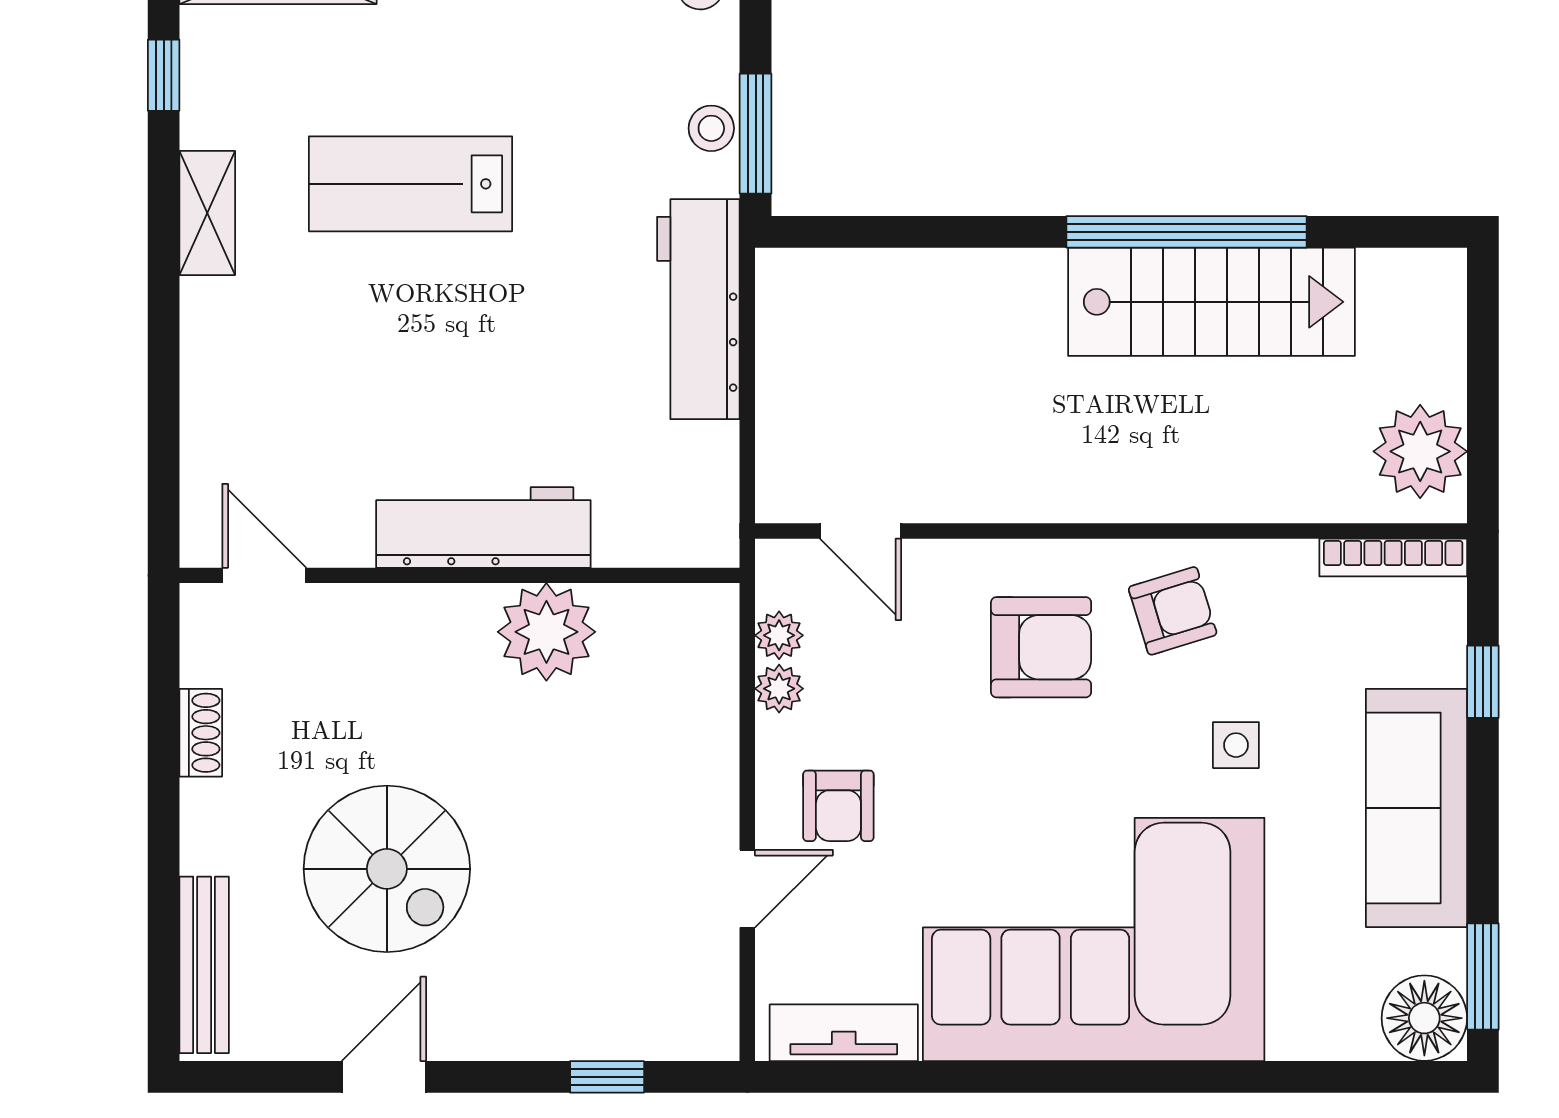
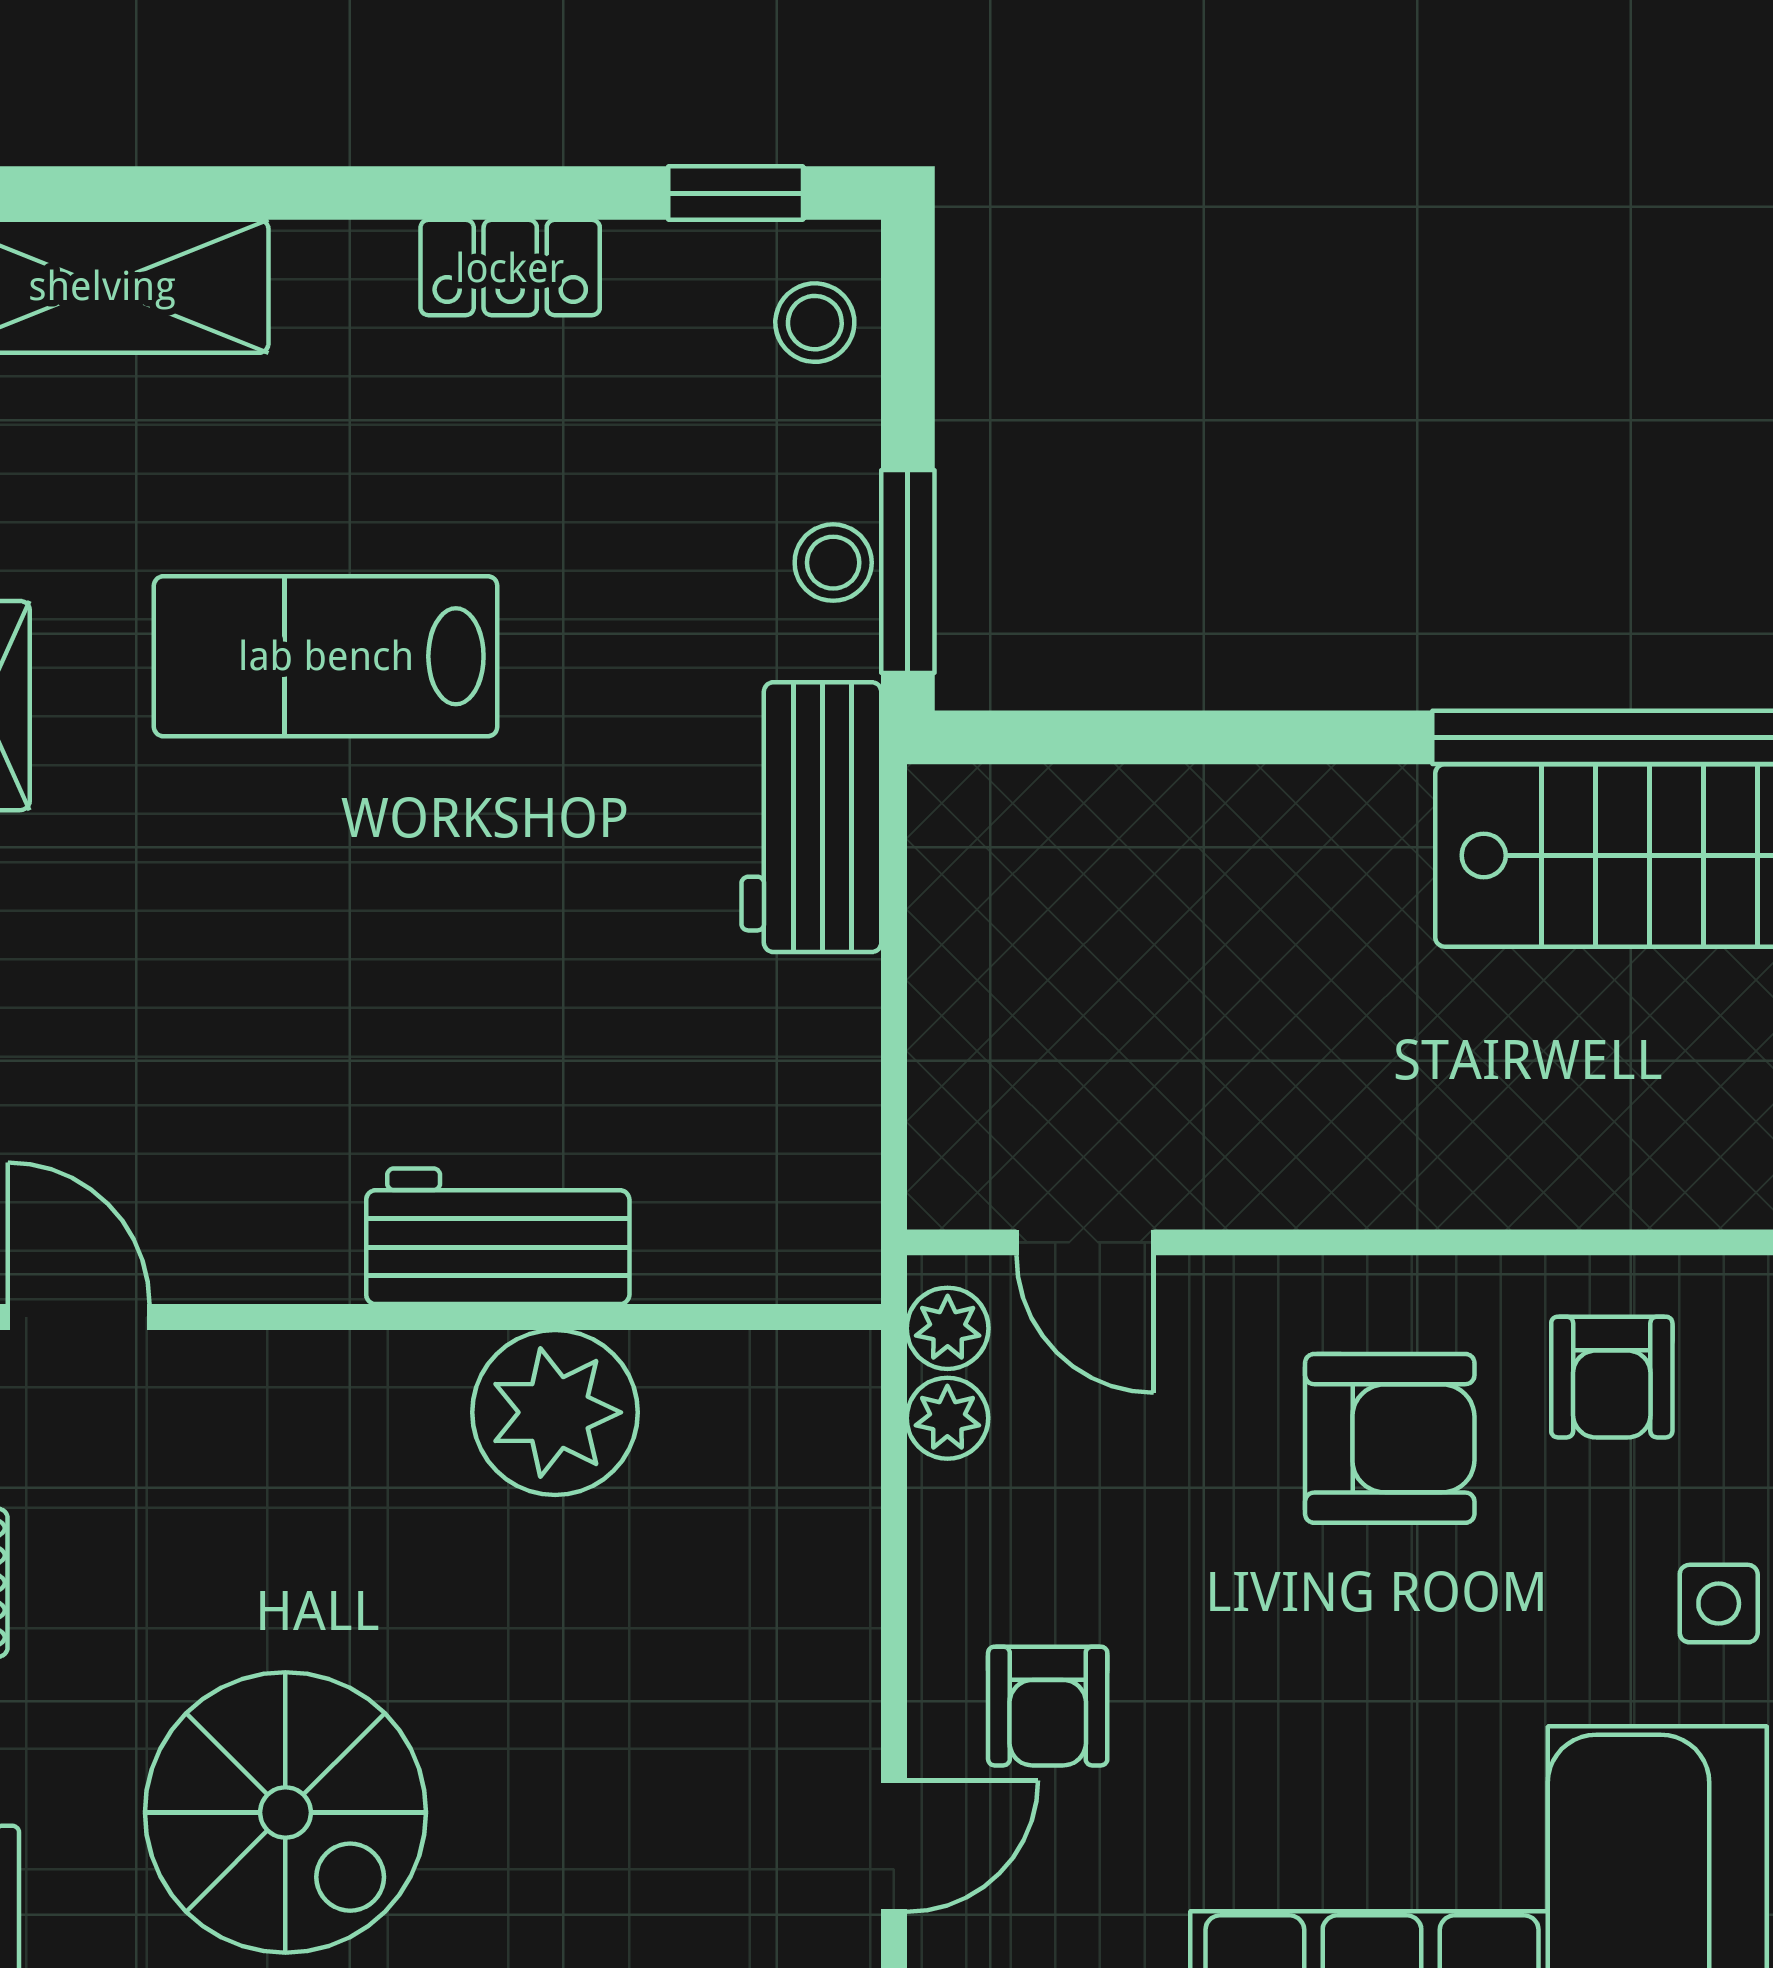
workbench: (698, 309) -> (811, 817), width x0.73
workbench: (483, 527) -> (498, 1236), width x0.73
armchair: (1173, 611) -> (1612, 1377), turned 107
plant: (779, 689) -> (948, 1328), moved

